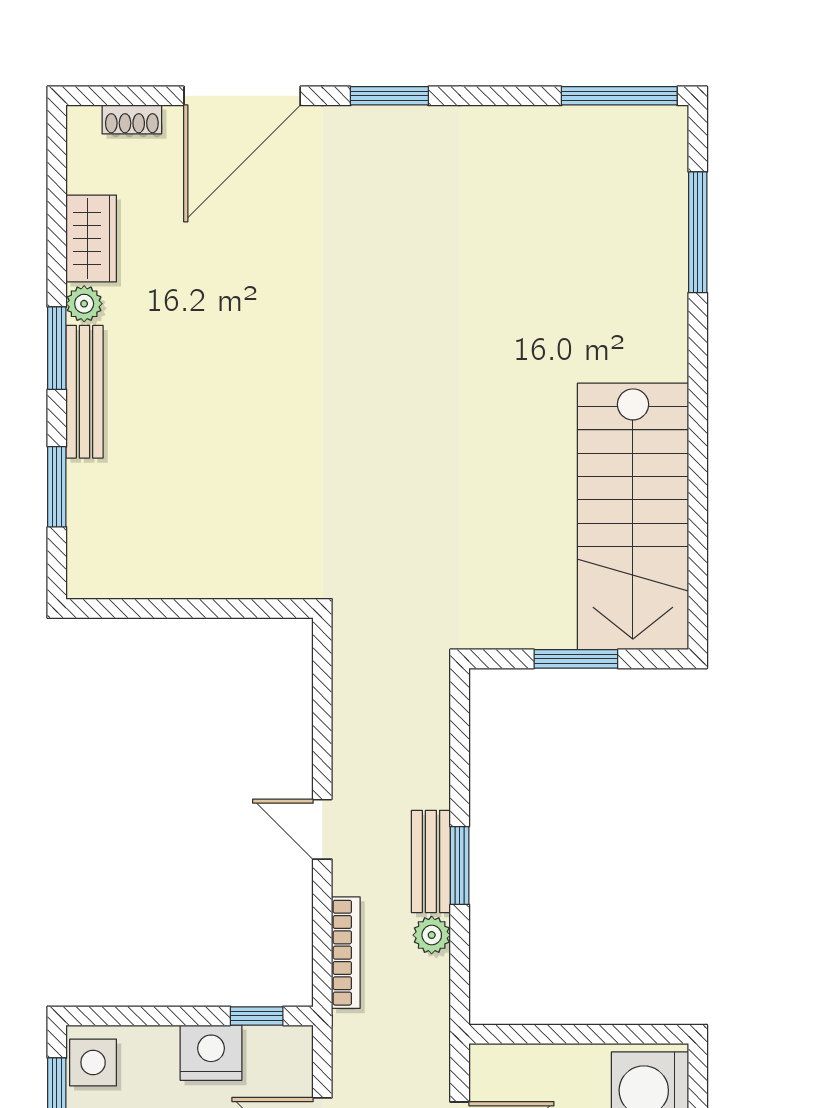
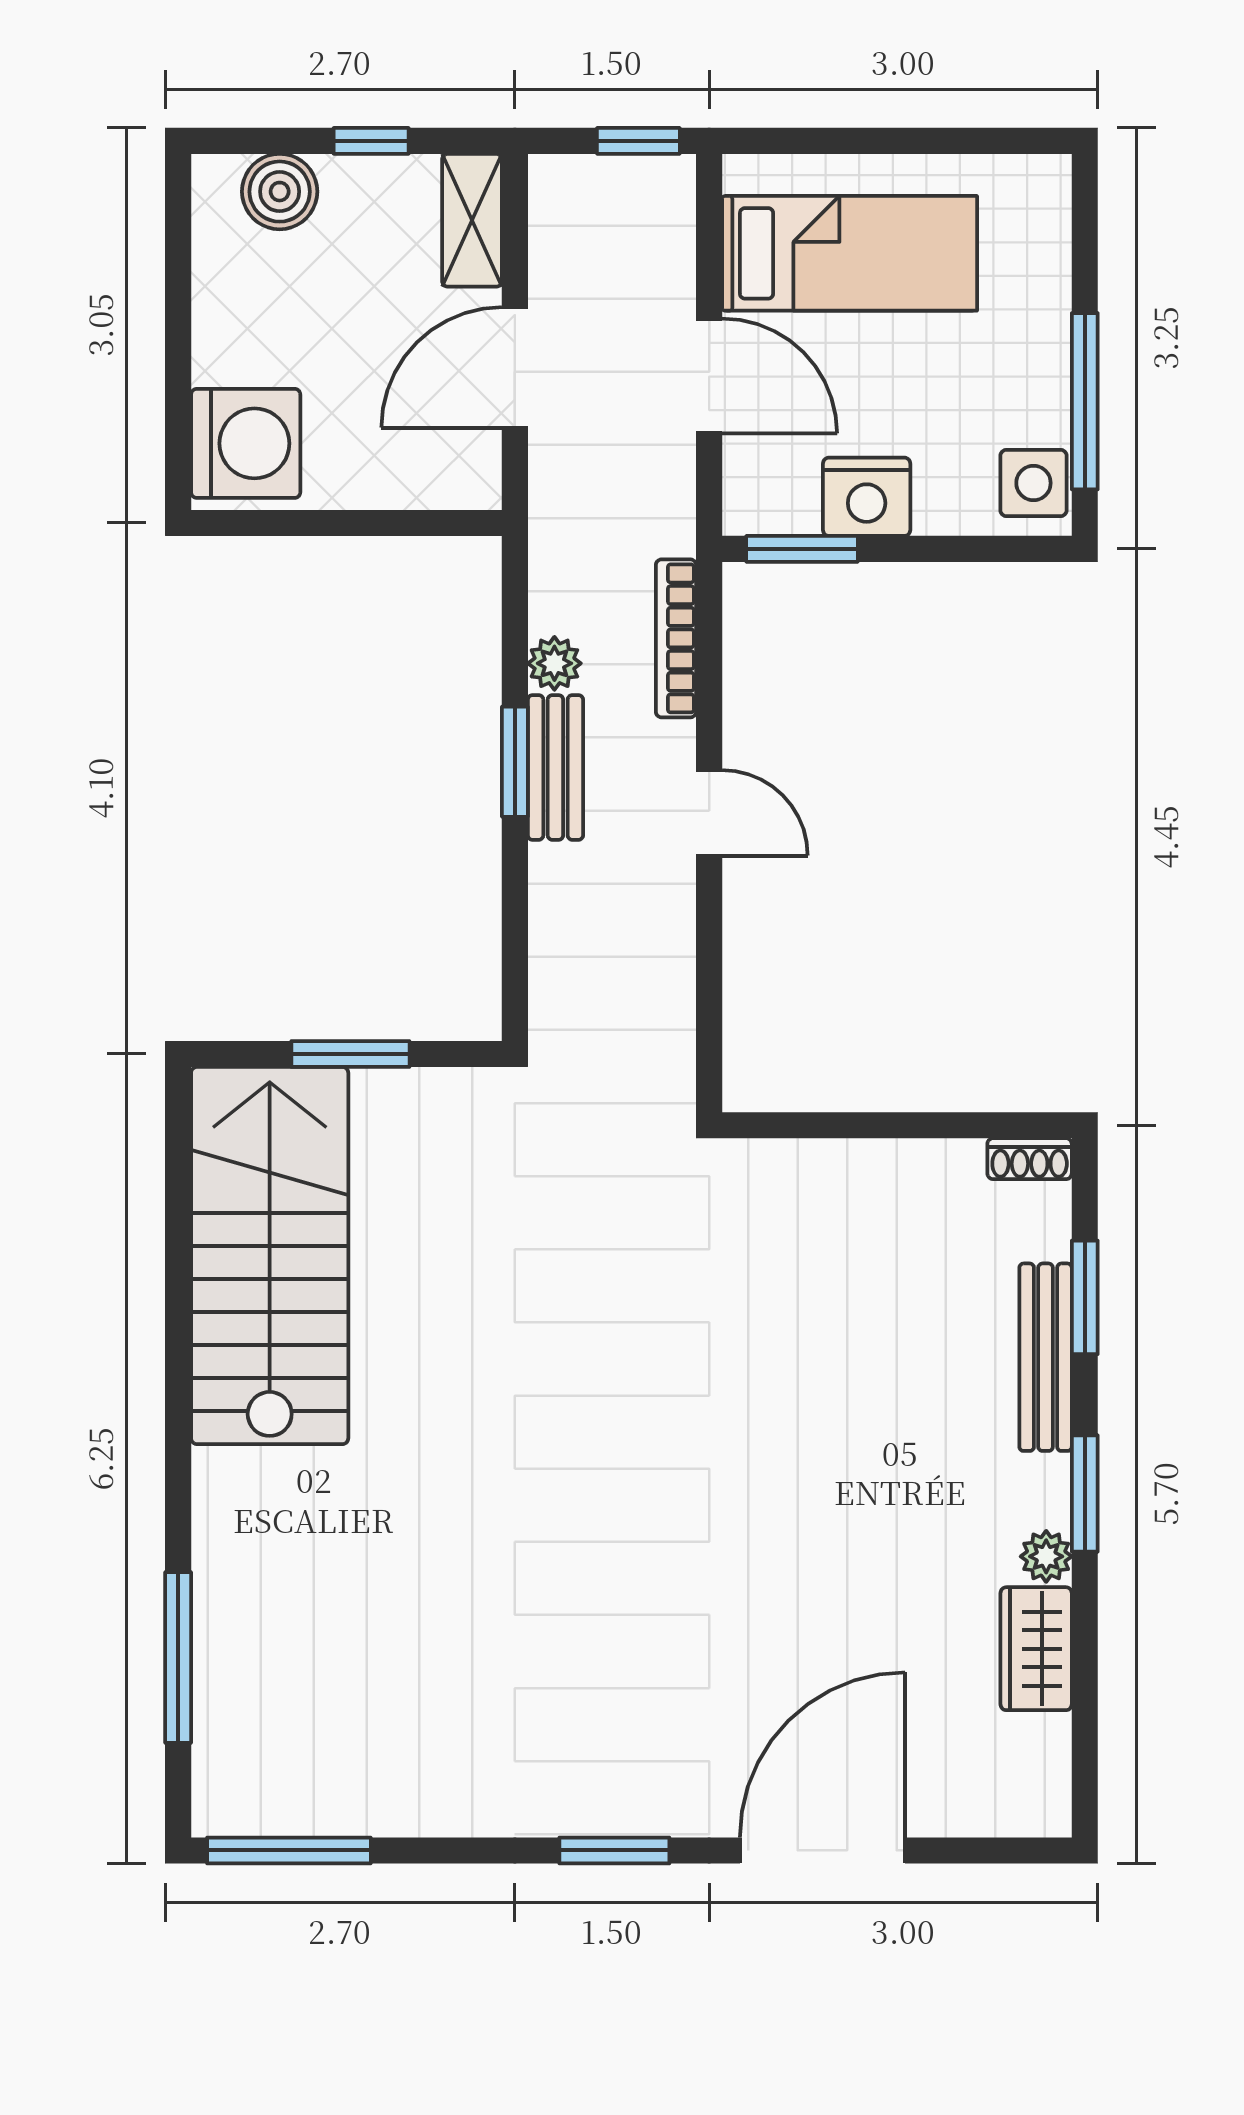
shoe rack: (132, 119) -> (1030, 1159), moved, turned 180
bench: (85, 392) -> (1046, 1357), moved
window: (257, 1016) -> (802, 549), width x1.50

